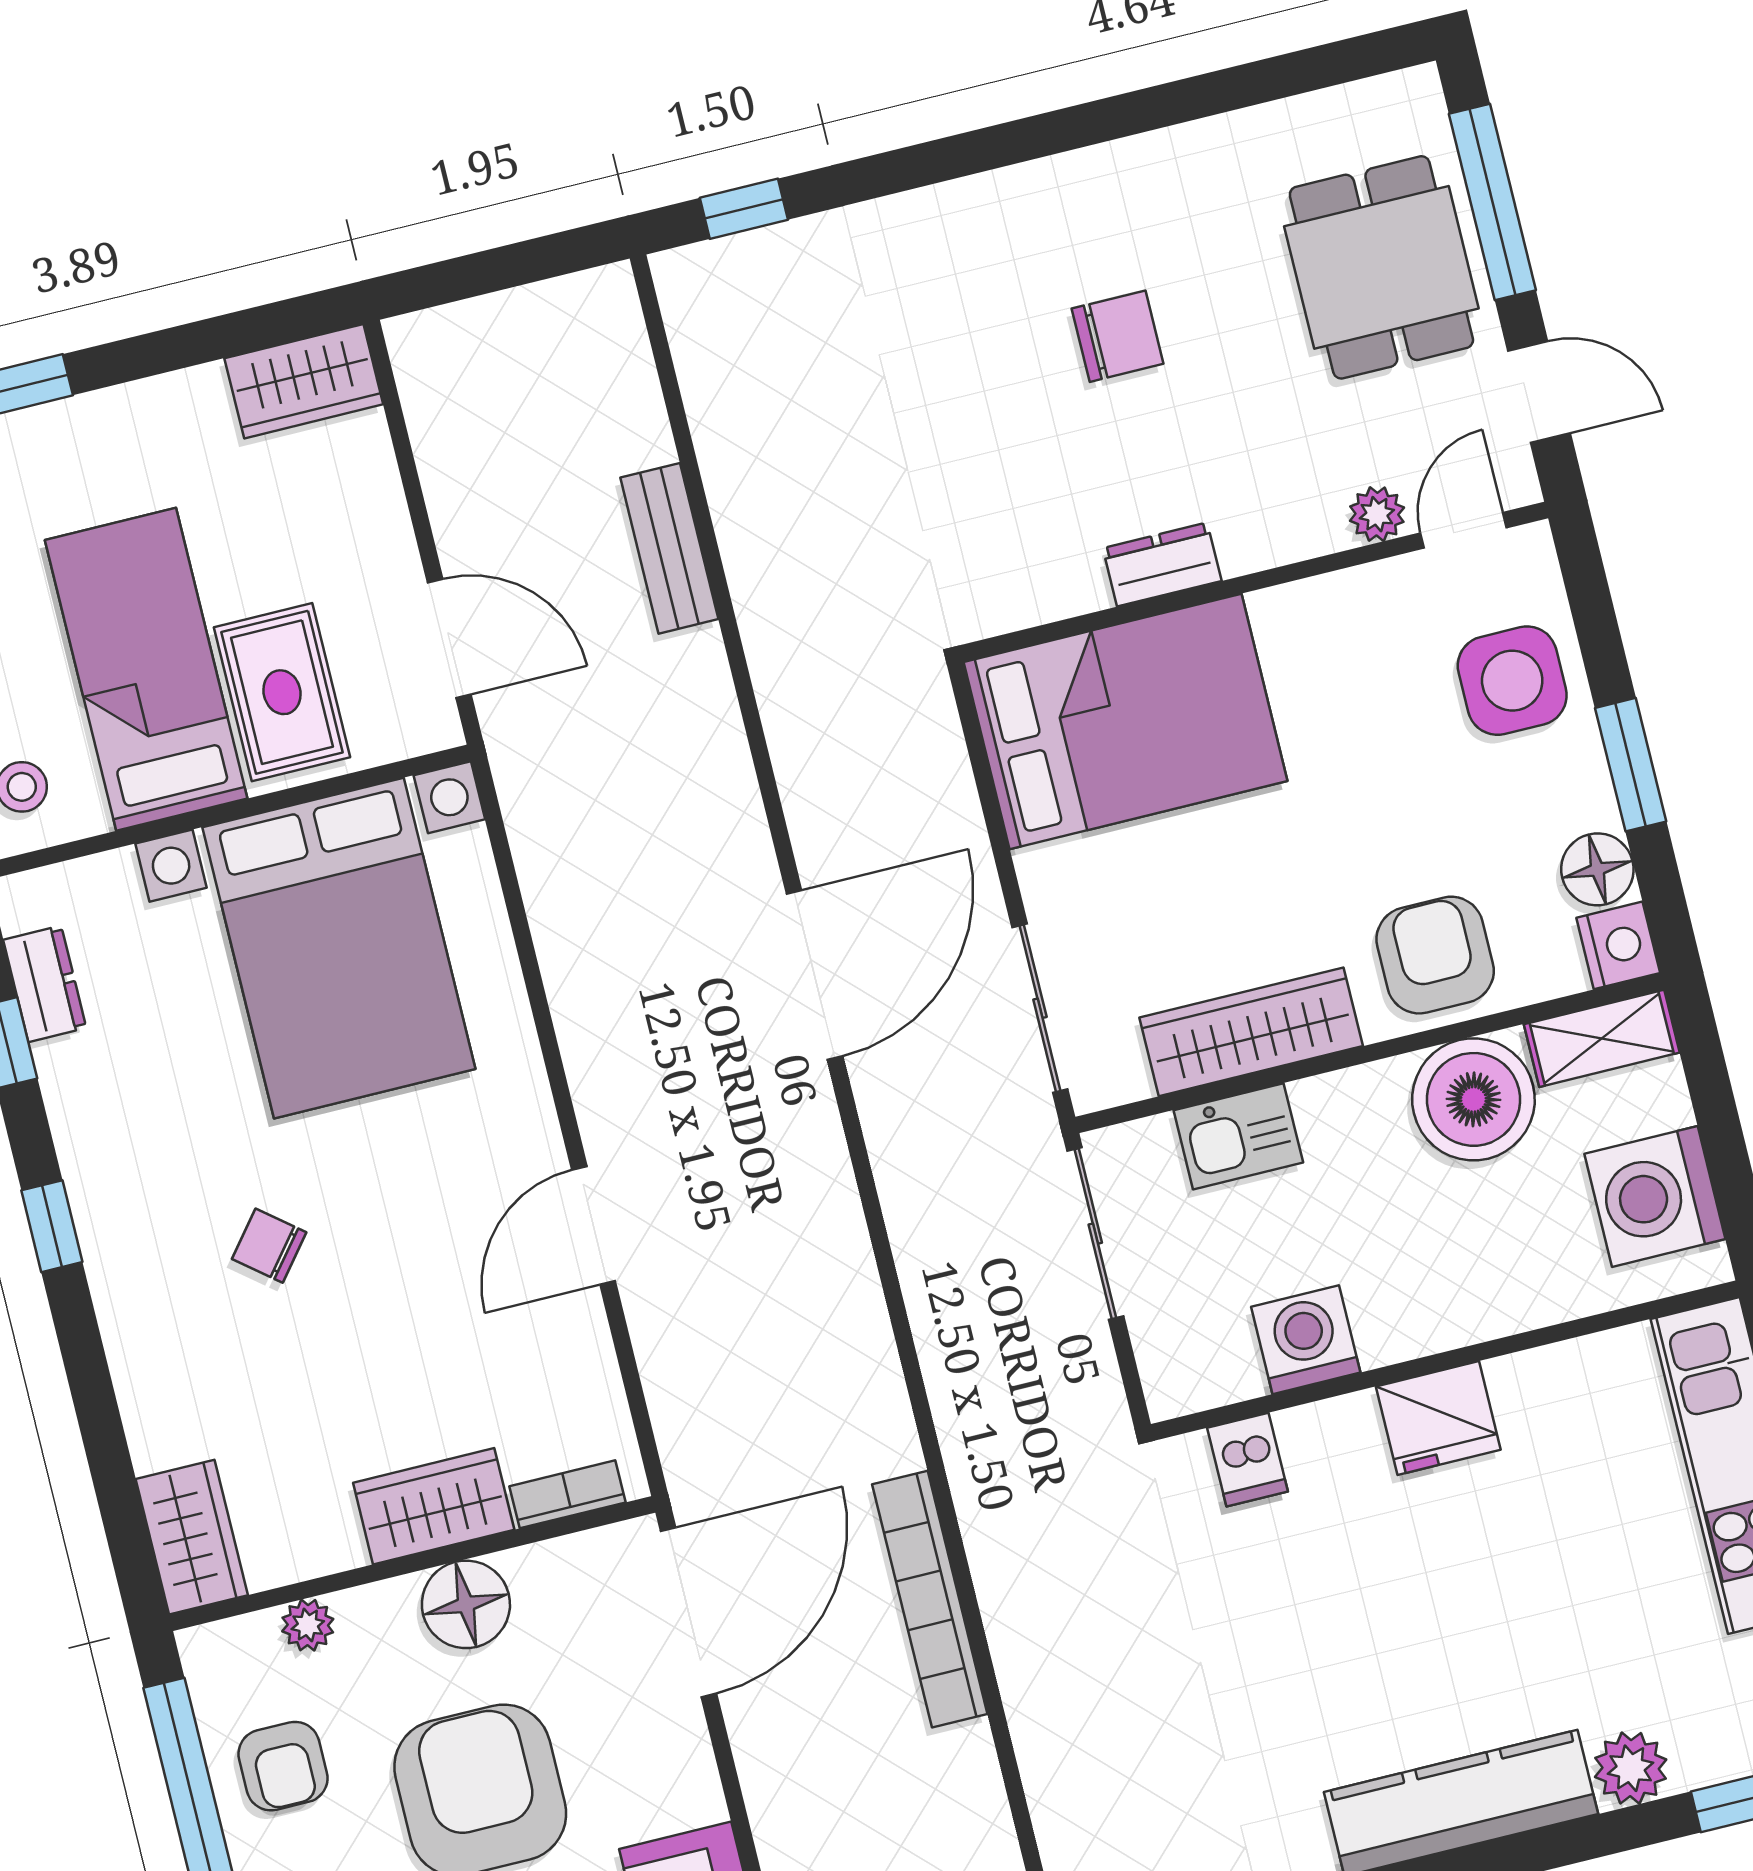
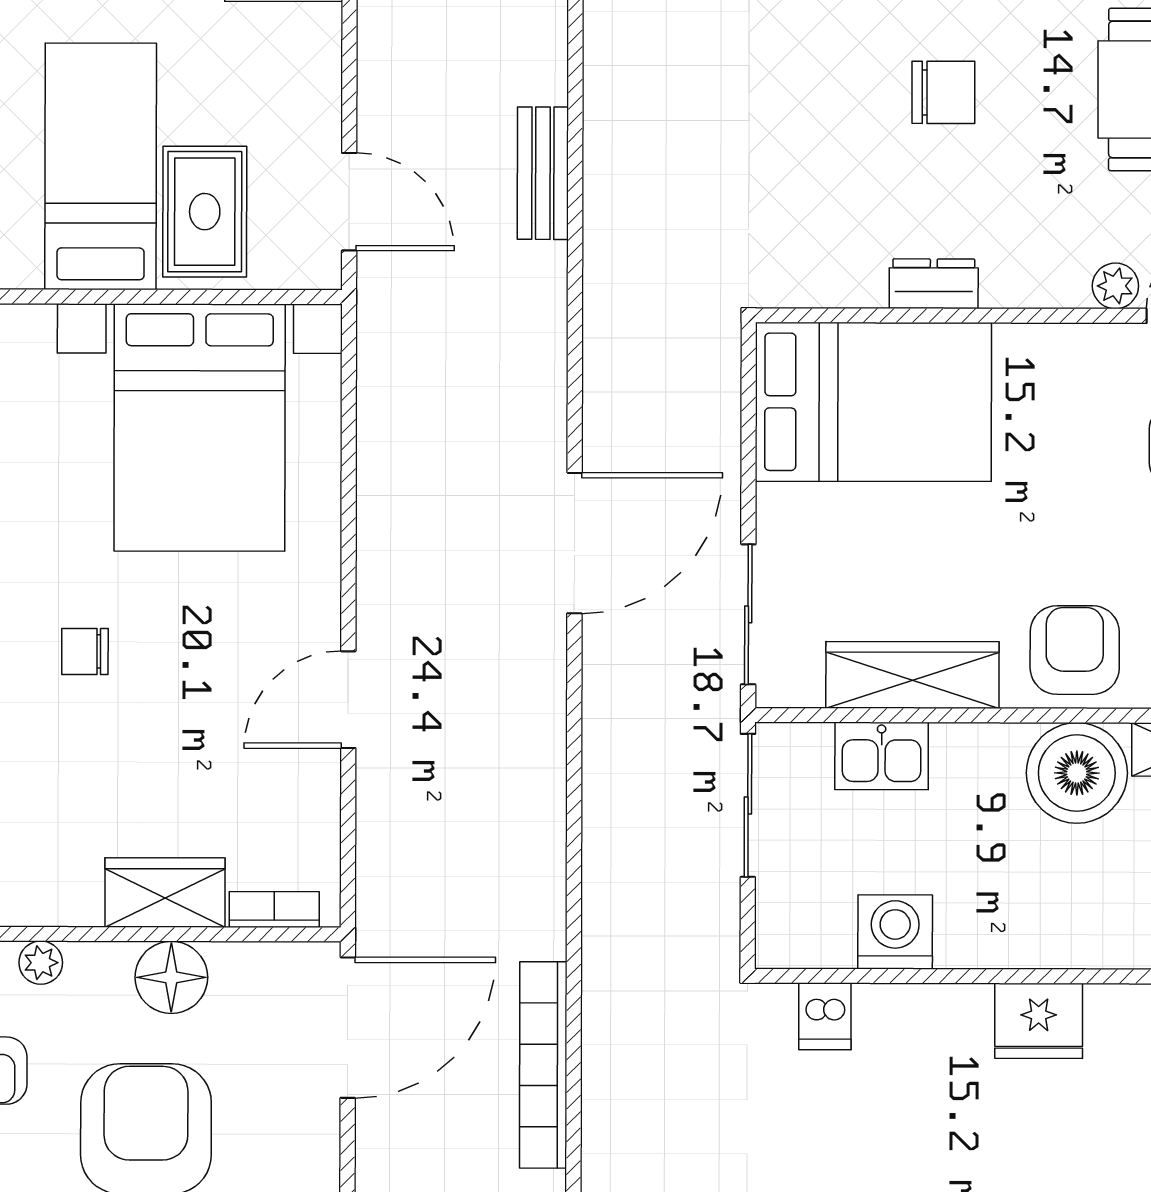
chair: (269, 1246) -> (85, 652), turned -39
fridge: (1438, 1418) -> (1039, 1021), moved

